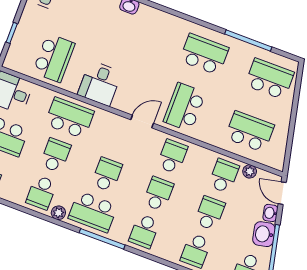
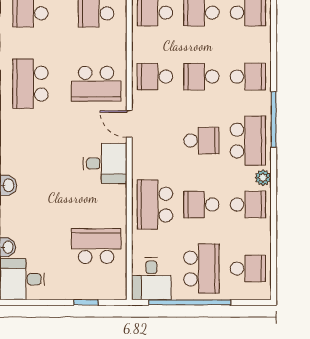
desk: (100, 83) -> (105, 163), moved
school desk: (107, 175) -> (201, 141), turned 180

